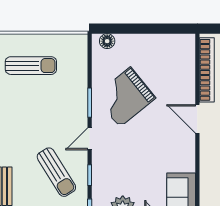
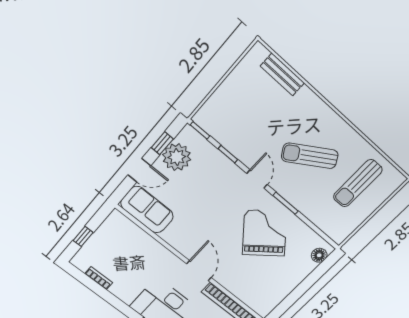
door: (197, 119) -> (199, 271), hinge flipped
sun lounger: (56, 172) -> (310, 156), moved

